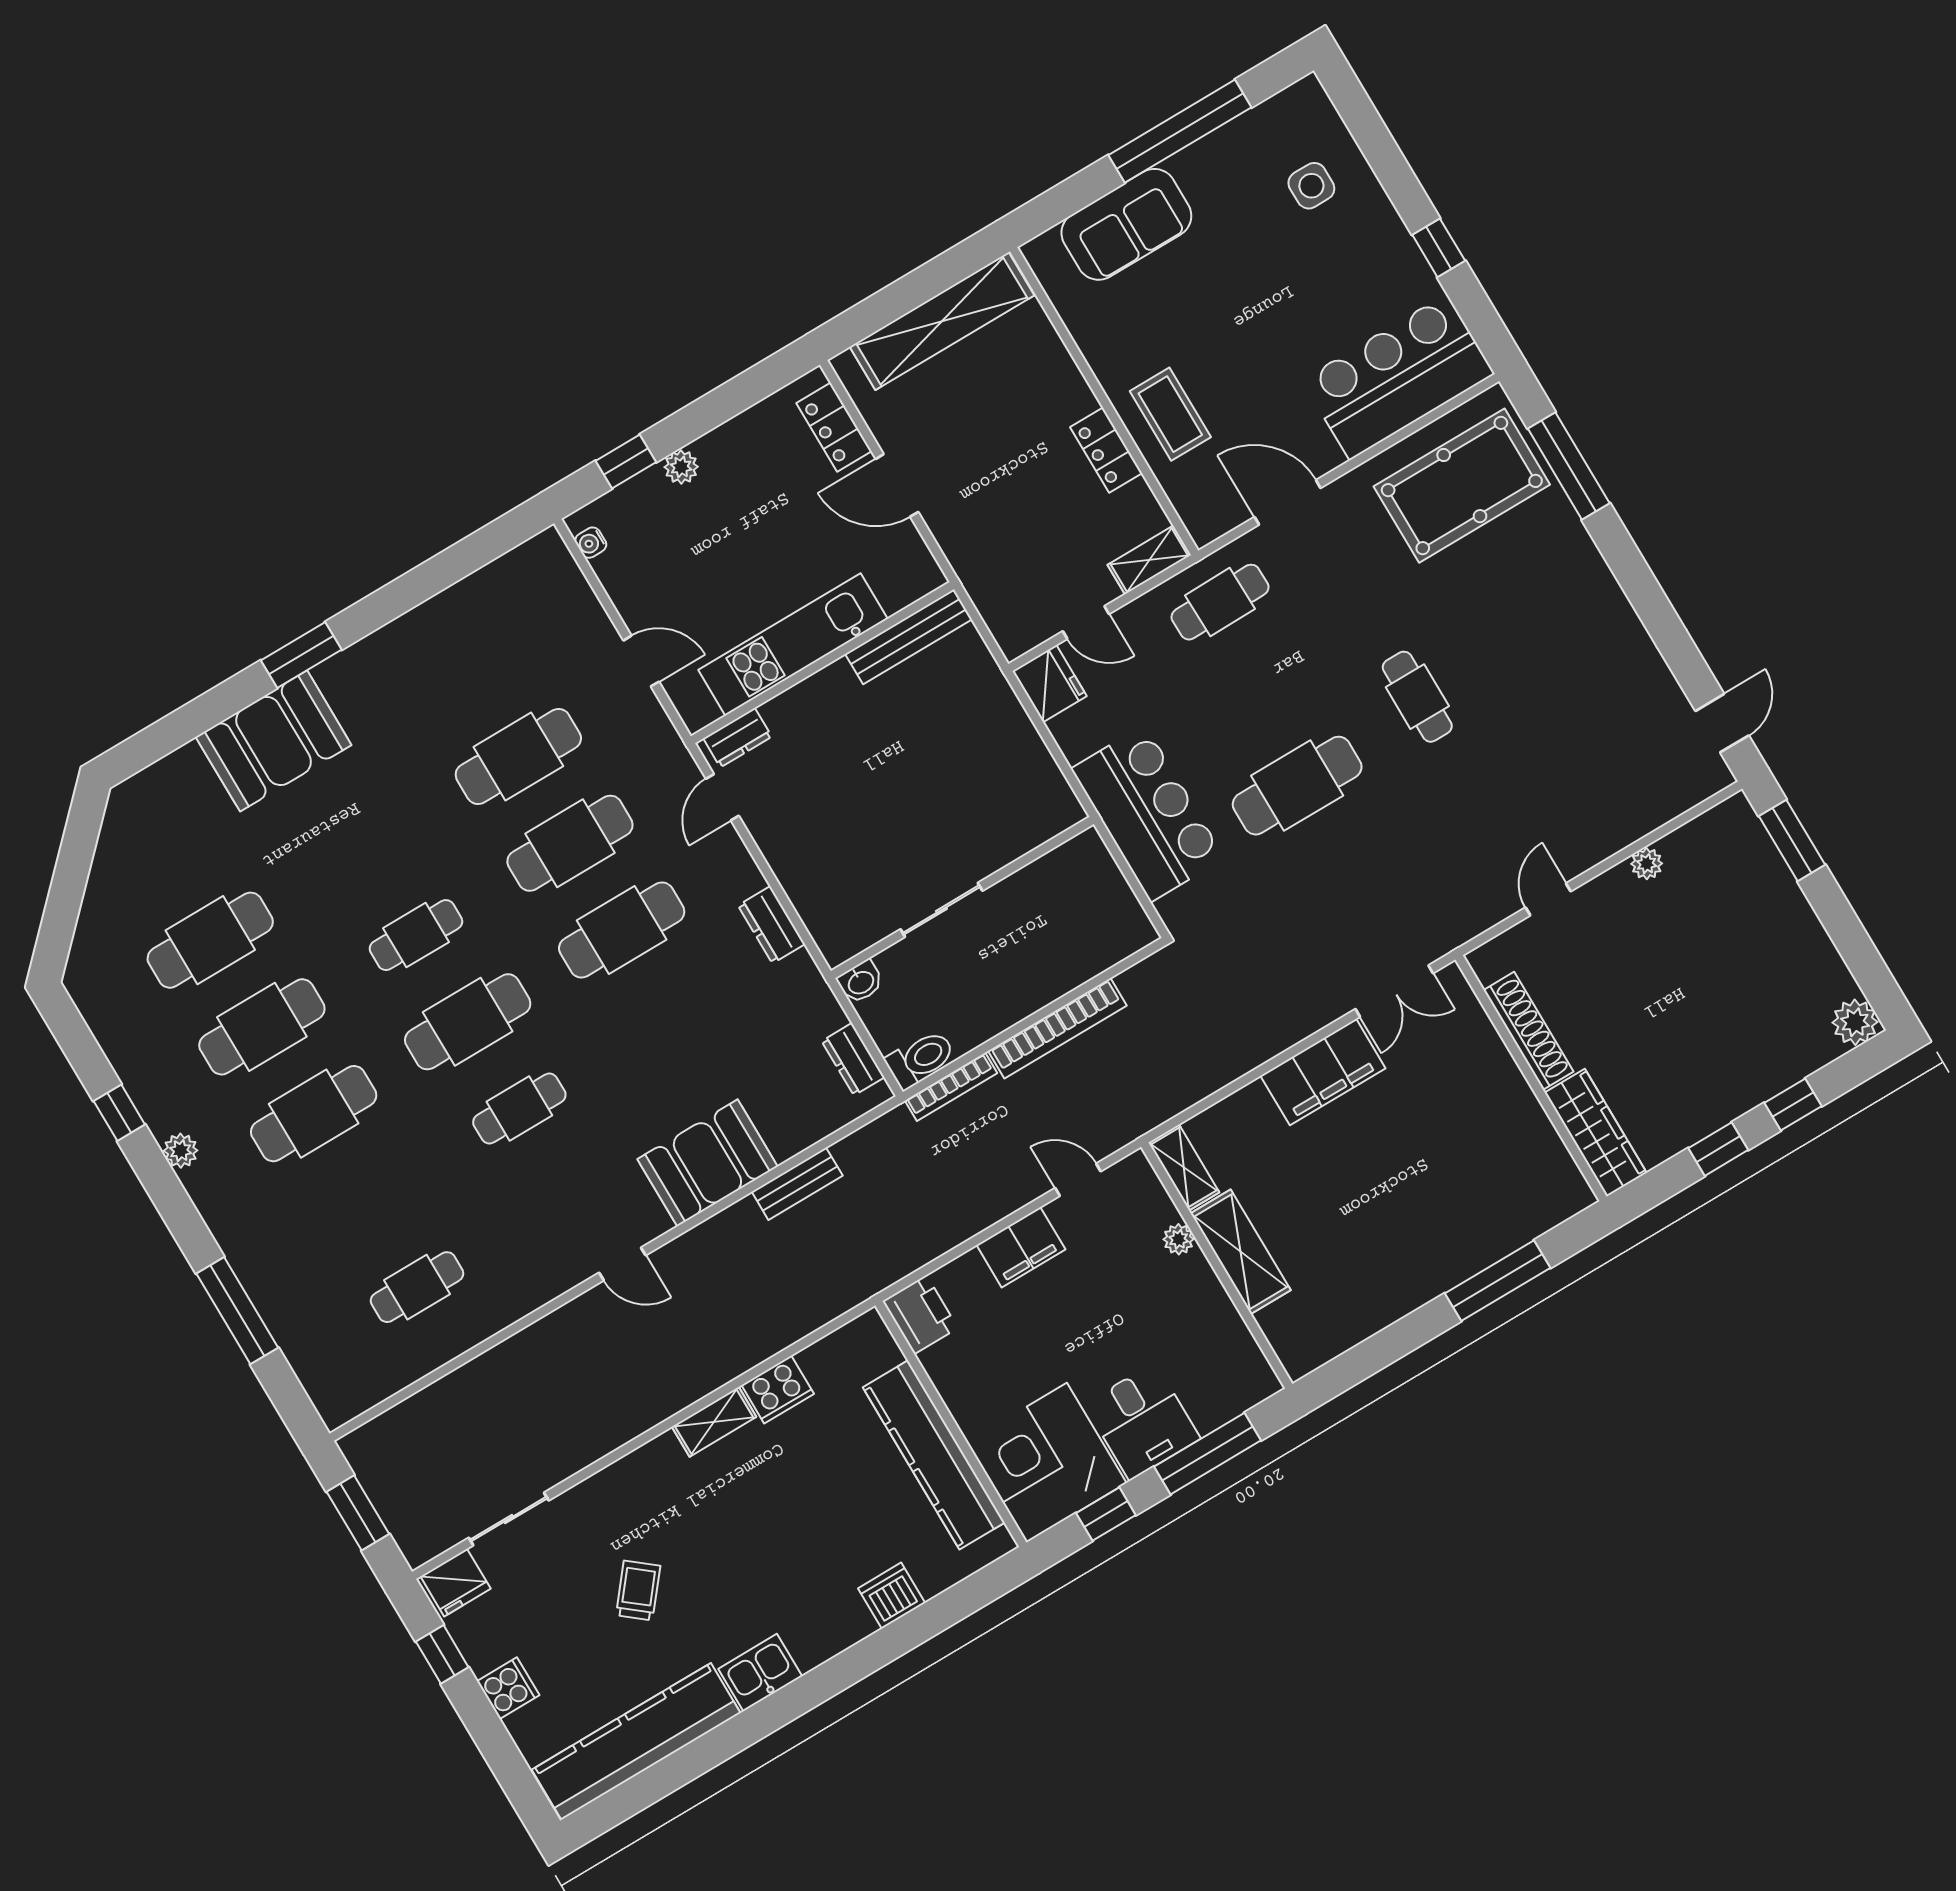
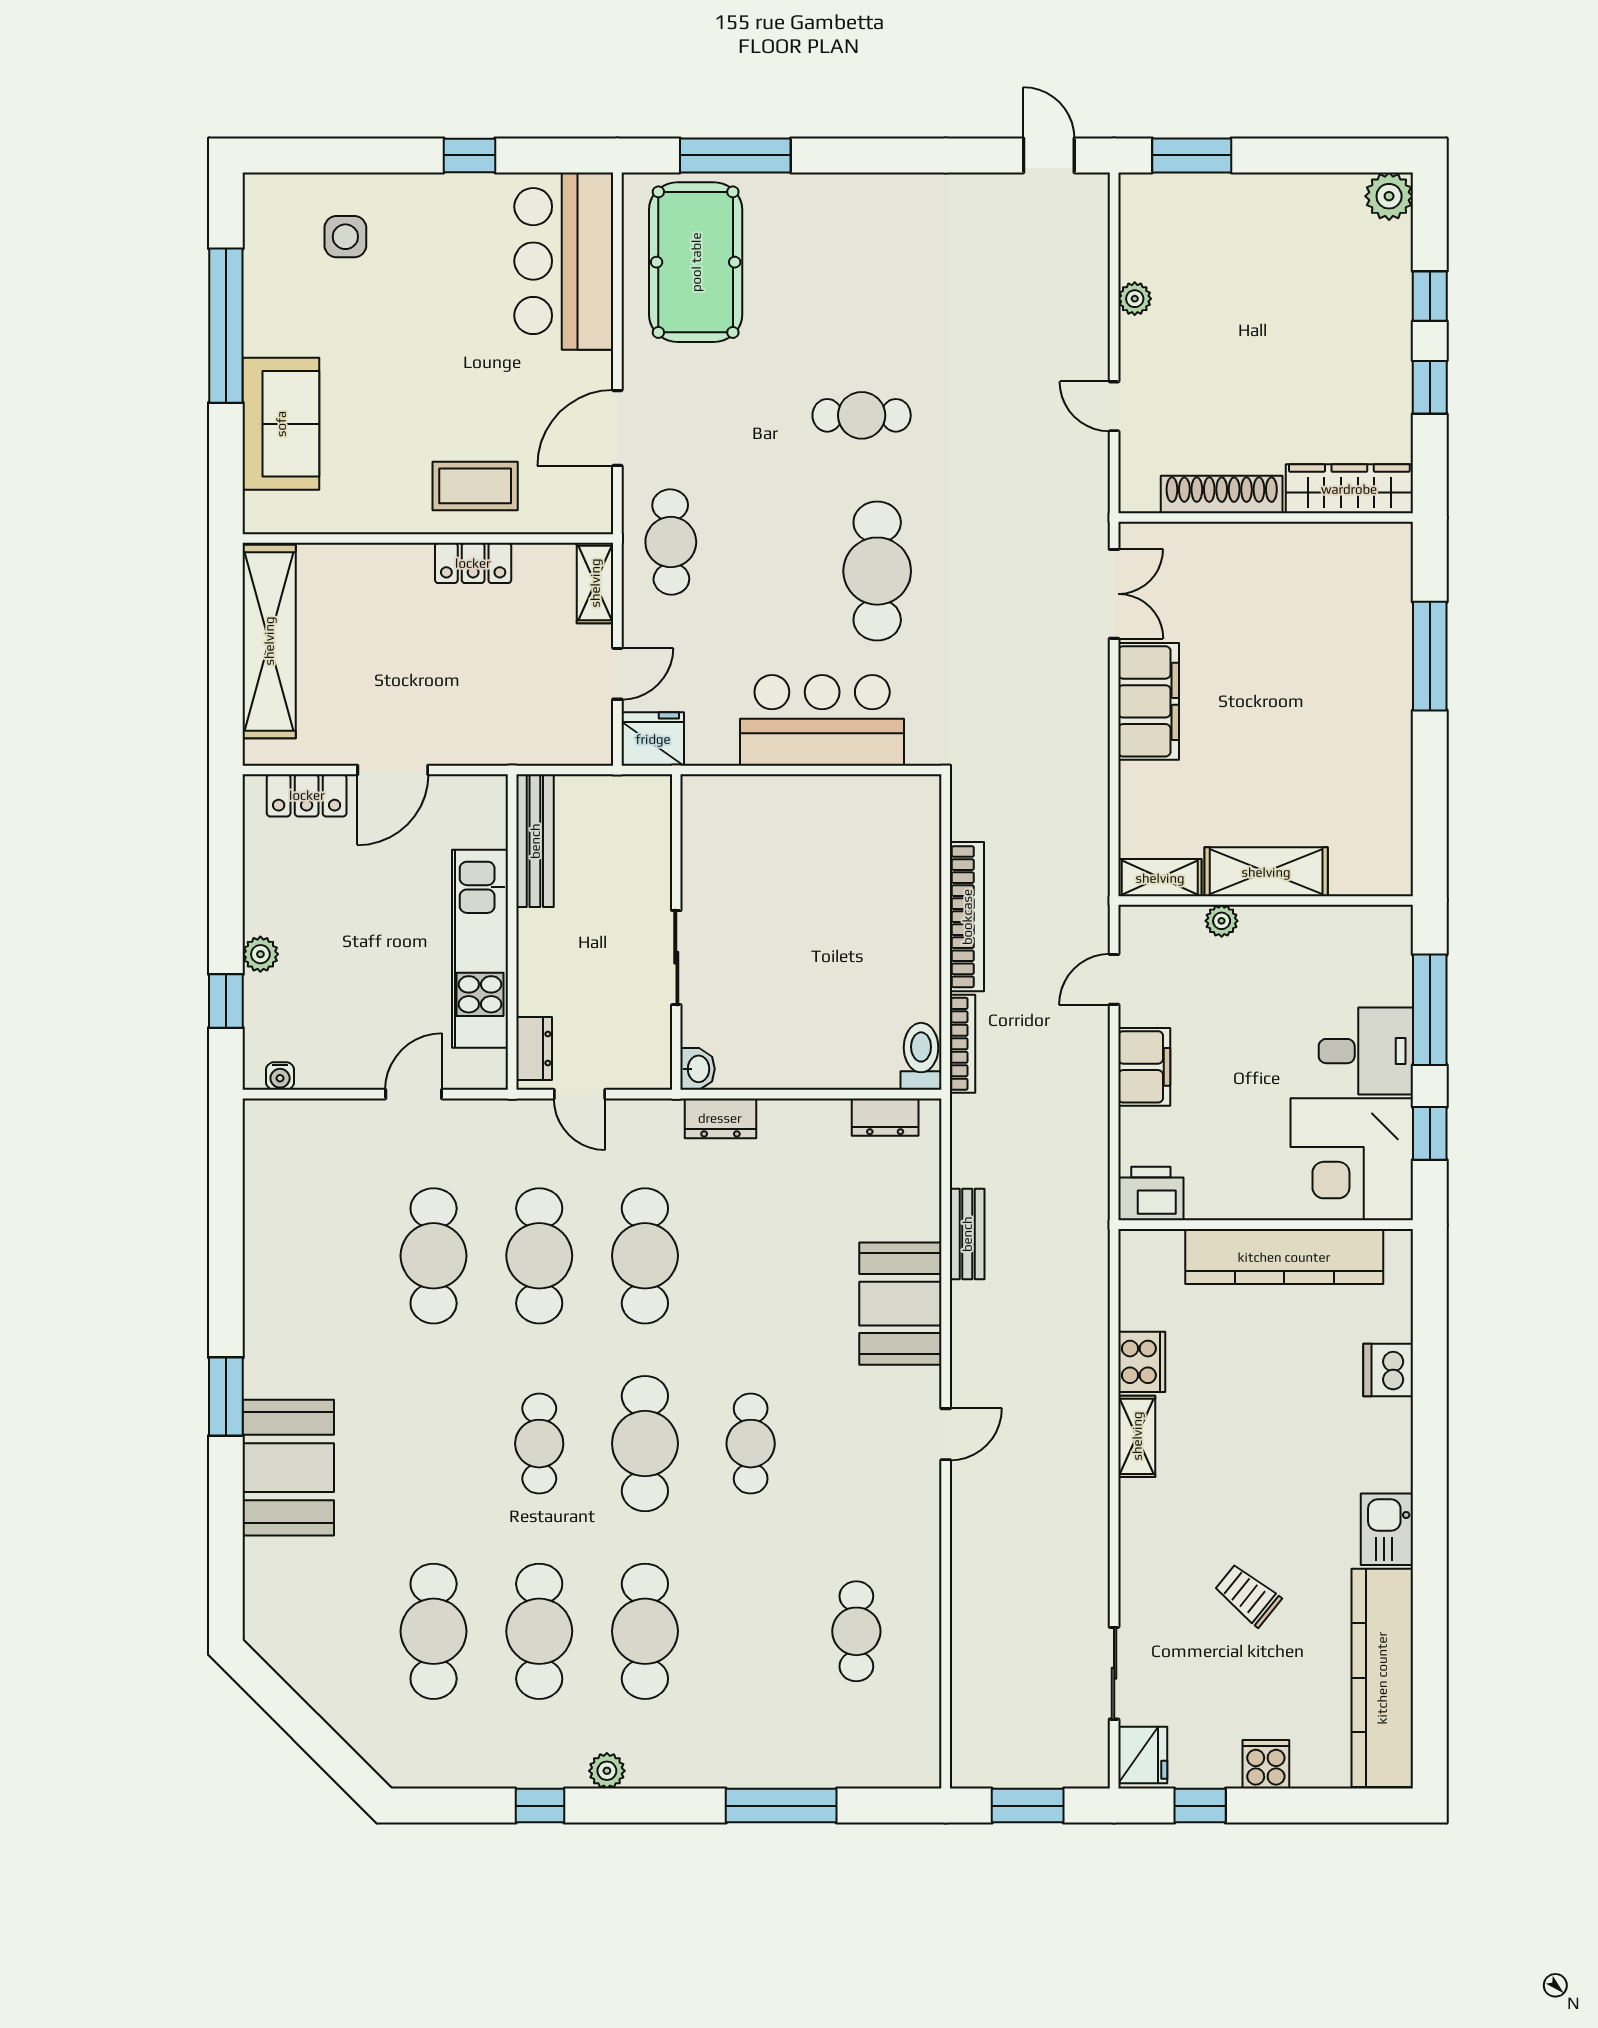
wall: (962, 898) -> (676, 932), moved
sliding door: (941, 910) -> (676, 958), moved
washbasin: (860, 982) -> (698, 1069), moved

